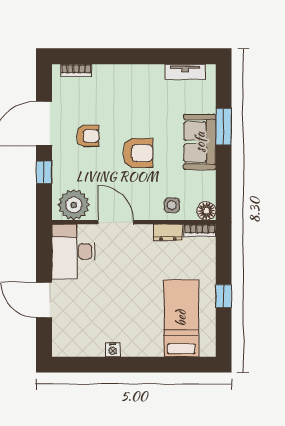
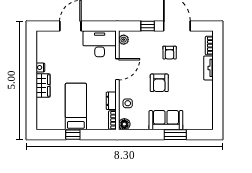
tv unit: (185, 72) -> (208, 68), moved
plant: (74, 205) -> (124, 40), width x0.53, depth x0.53
bed: (181, 318) -> (76, 107), moved, turned -90
wardrobe: (142, 345) -> (43, 85), added

